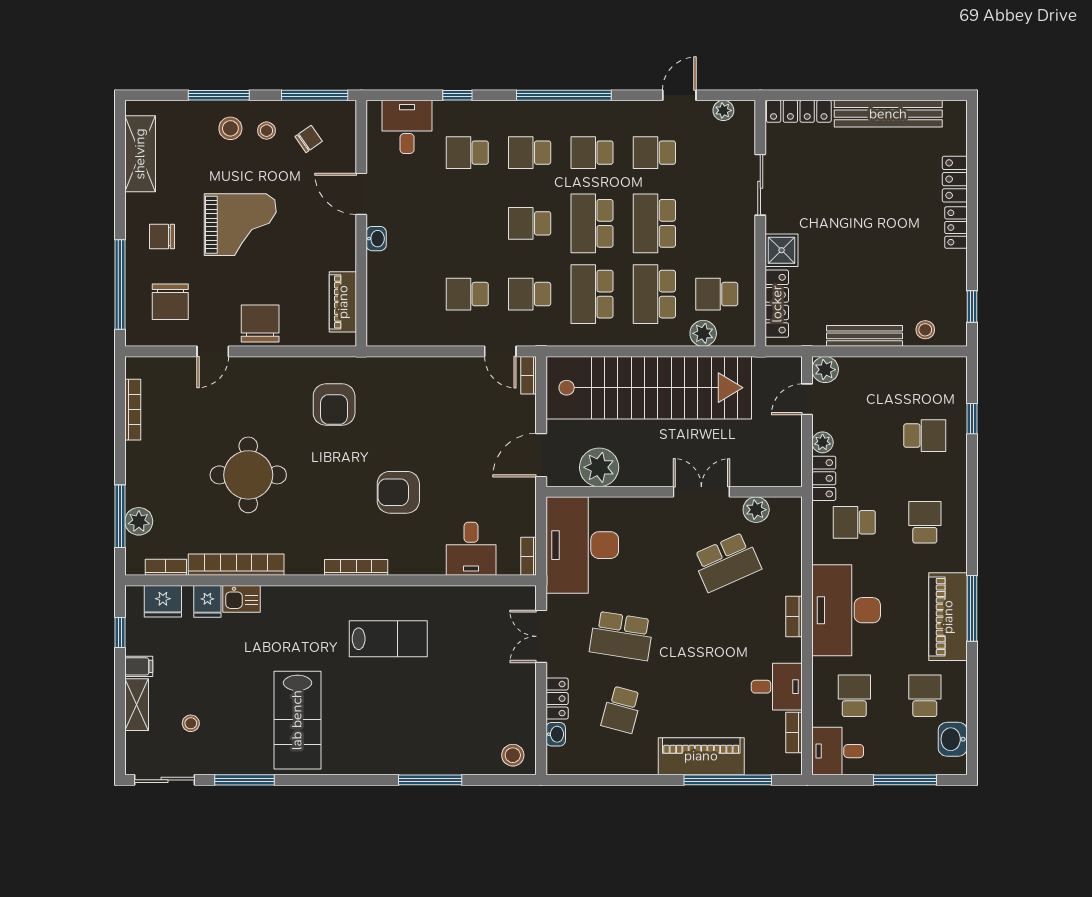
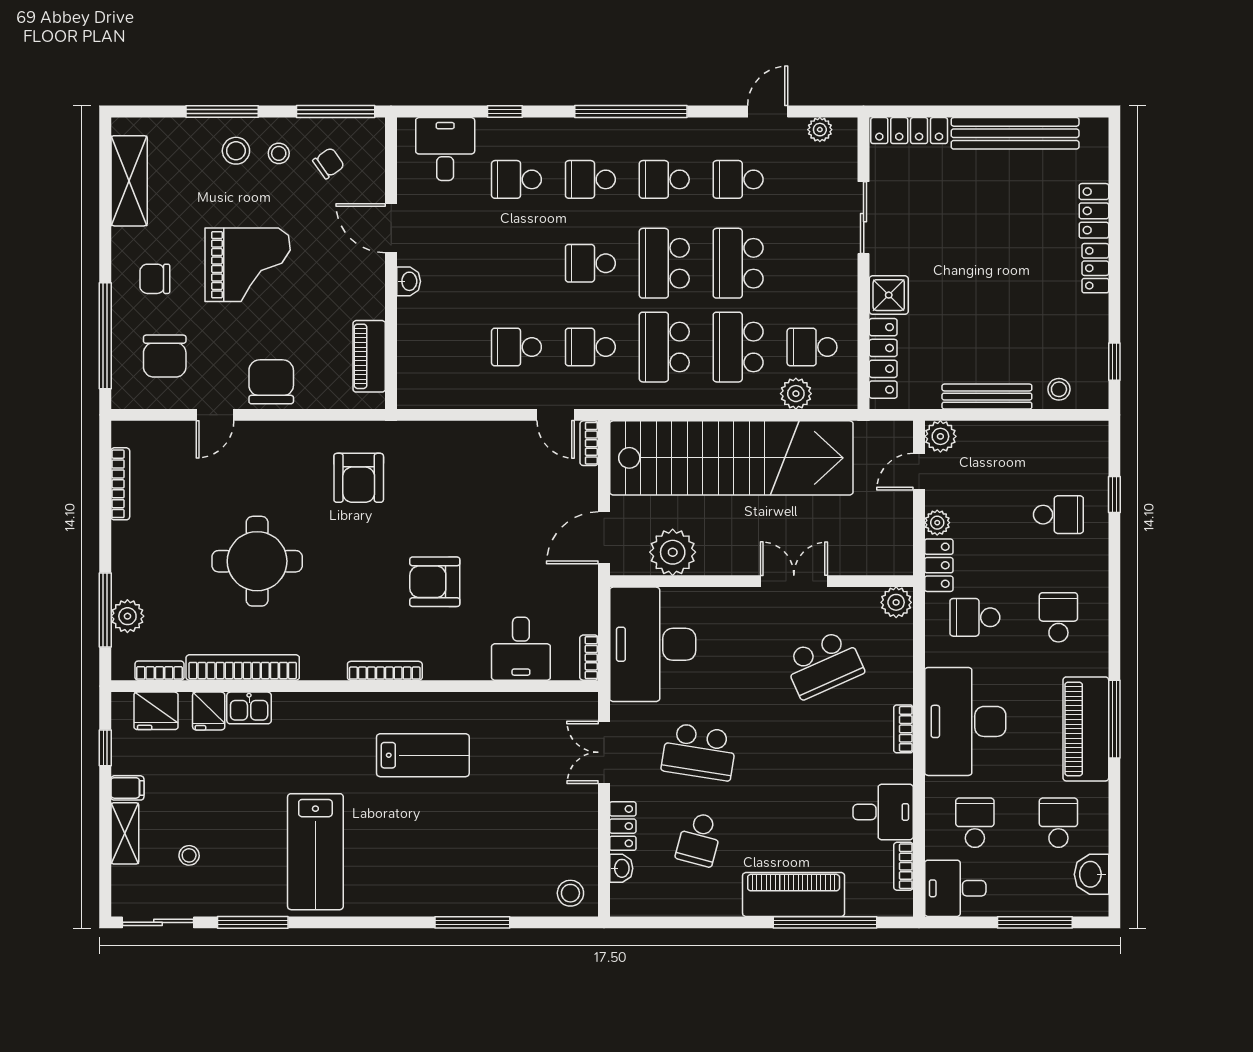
plant: (756, 510) -> (896, 602), moved

